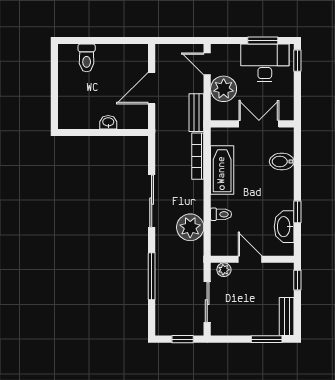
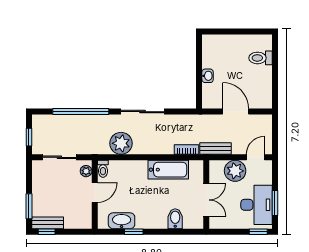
bookcase: (198, 156) -> (186, 150), width x0.64
toilet: (221, 214) -> (103, 169), moved
window: (152, 276) -> (81, 112), width x1.46
window: (297, 280) -> (47, 232), moved

